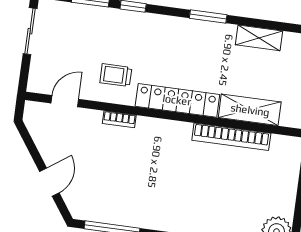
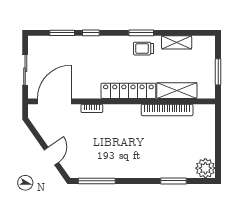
sliding door: (30, 31) -> (25, 70), moved
trolley: (116, 75) -> (143, 49), moved
door: (65, 101) -> (54, 101), width x1.88

